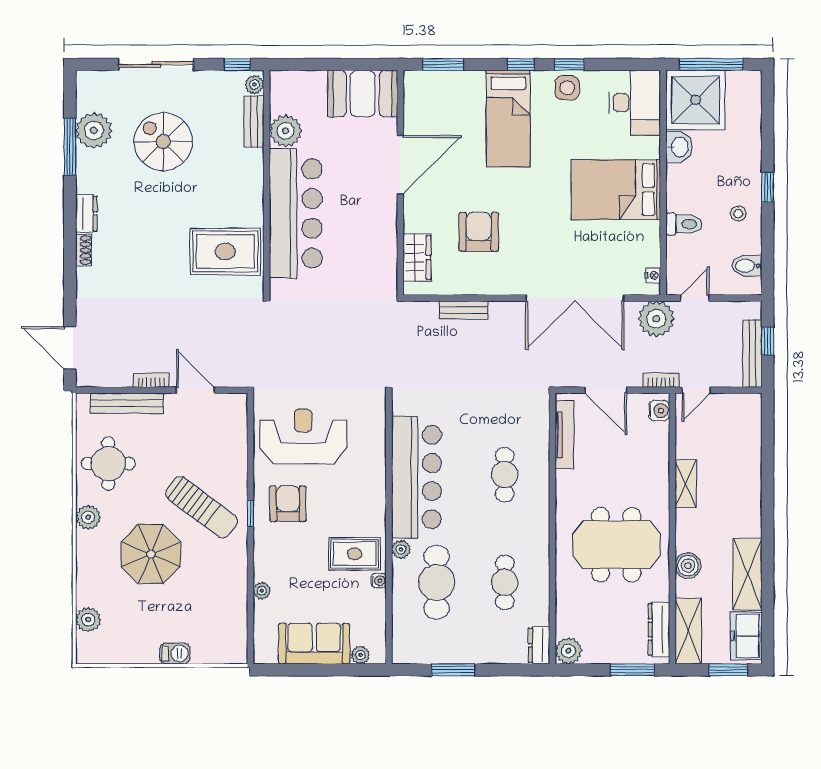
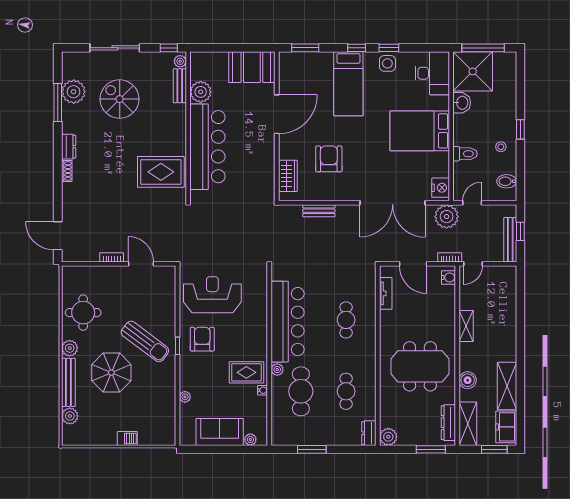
nightstand: (653, 275) -> (441, 188), width x1.89, depth x1.79
bench: (127, 403) -> (68, 382), moved, turned 90
tv unit: (564, 435) -> (386, 293), width x0.71

